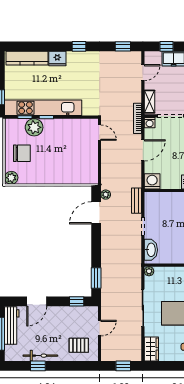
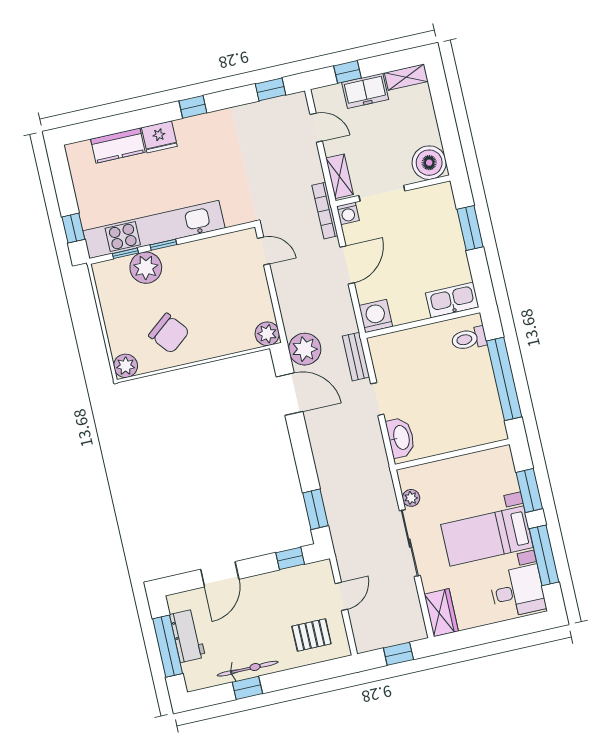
kitchen counter: (27, 58) -> (118, 146), width x0.67
door: (143, 73) -> (316, 128), hinge flipped
chair: (22, 153) -> (169, 333), moved, turned 51
plant: (91, 178) -> (267, 334), added
plant: (106, 195) -> (305, 349), width x1.88, depth x1.88
door: (96, 213) -> (290, 394), swing flipped
plant: (149, 271) -> (411, 498), moved
workbench: (12, 326) -> (187, 636), width x0.73

